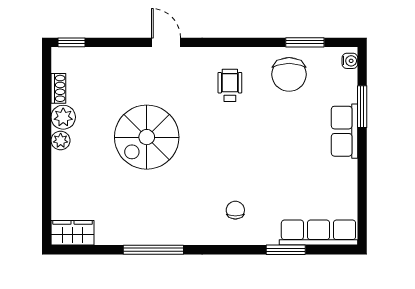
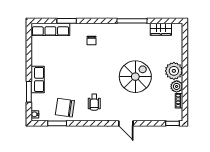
chair: (289, 74) -> (65, 108), turned -82
plant: (61, 141) -> (174, 71), width x1.87, depth x1.87
wardrobe: (73, 233) -> (161, 29), moved

